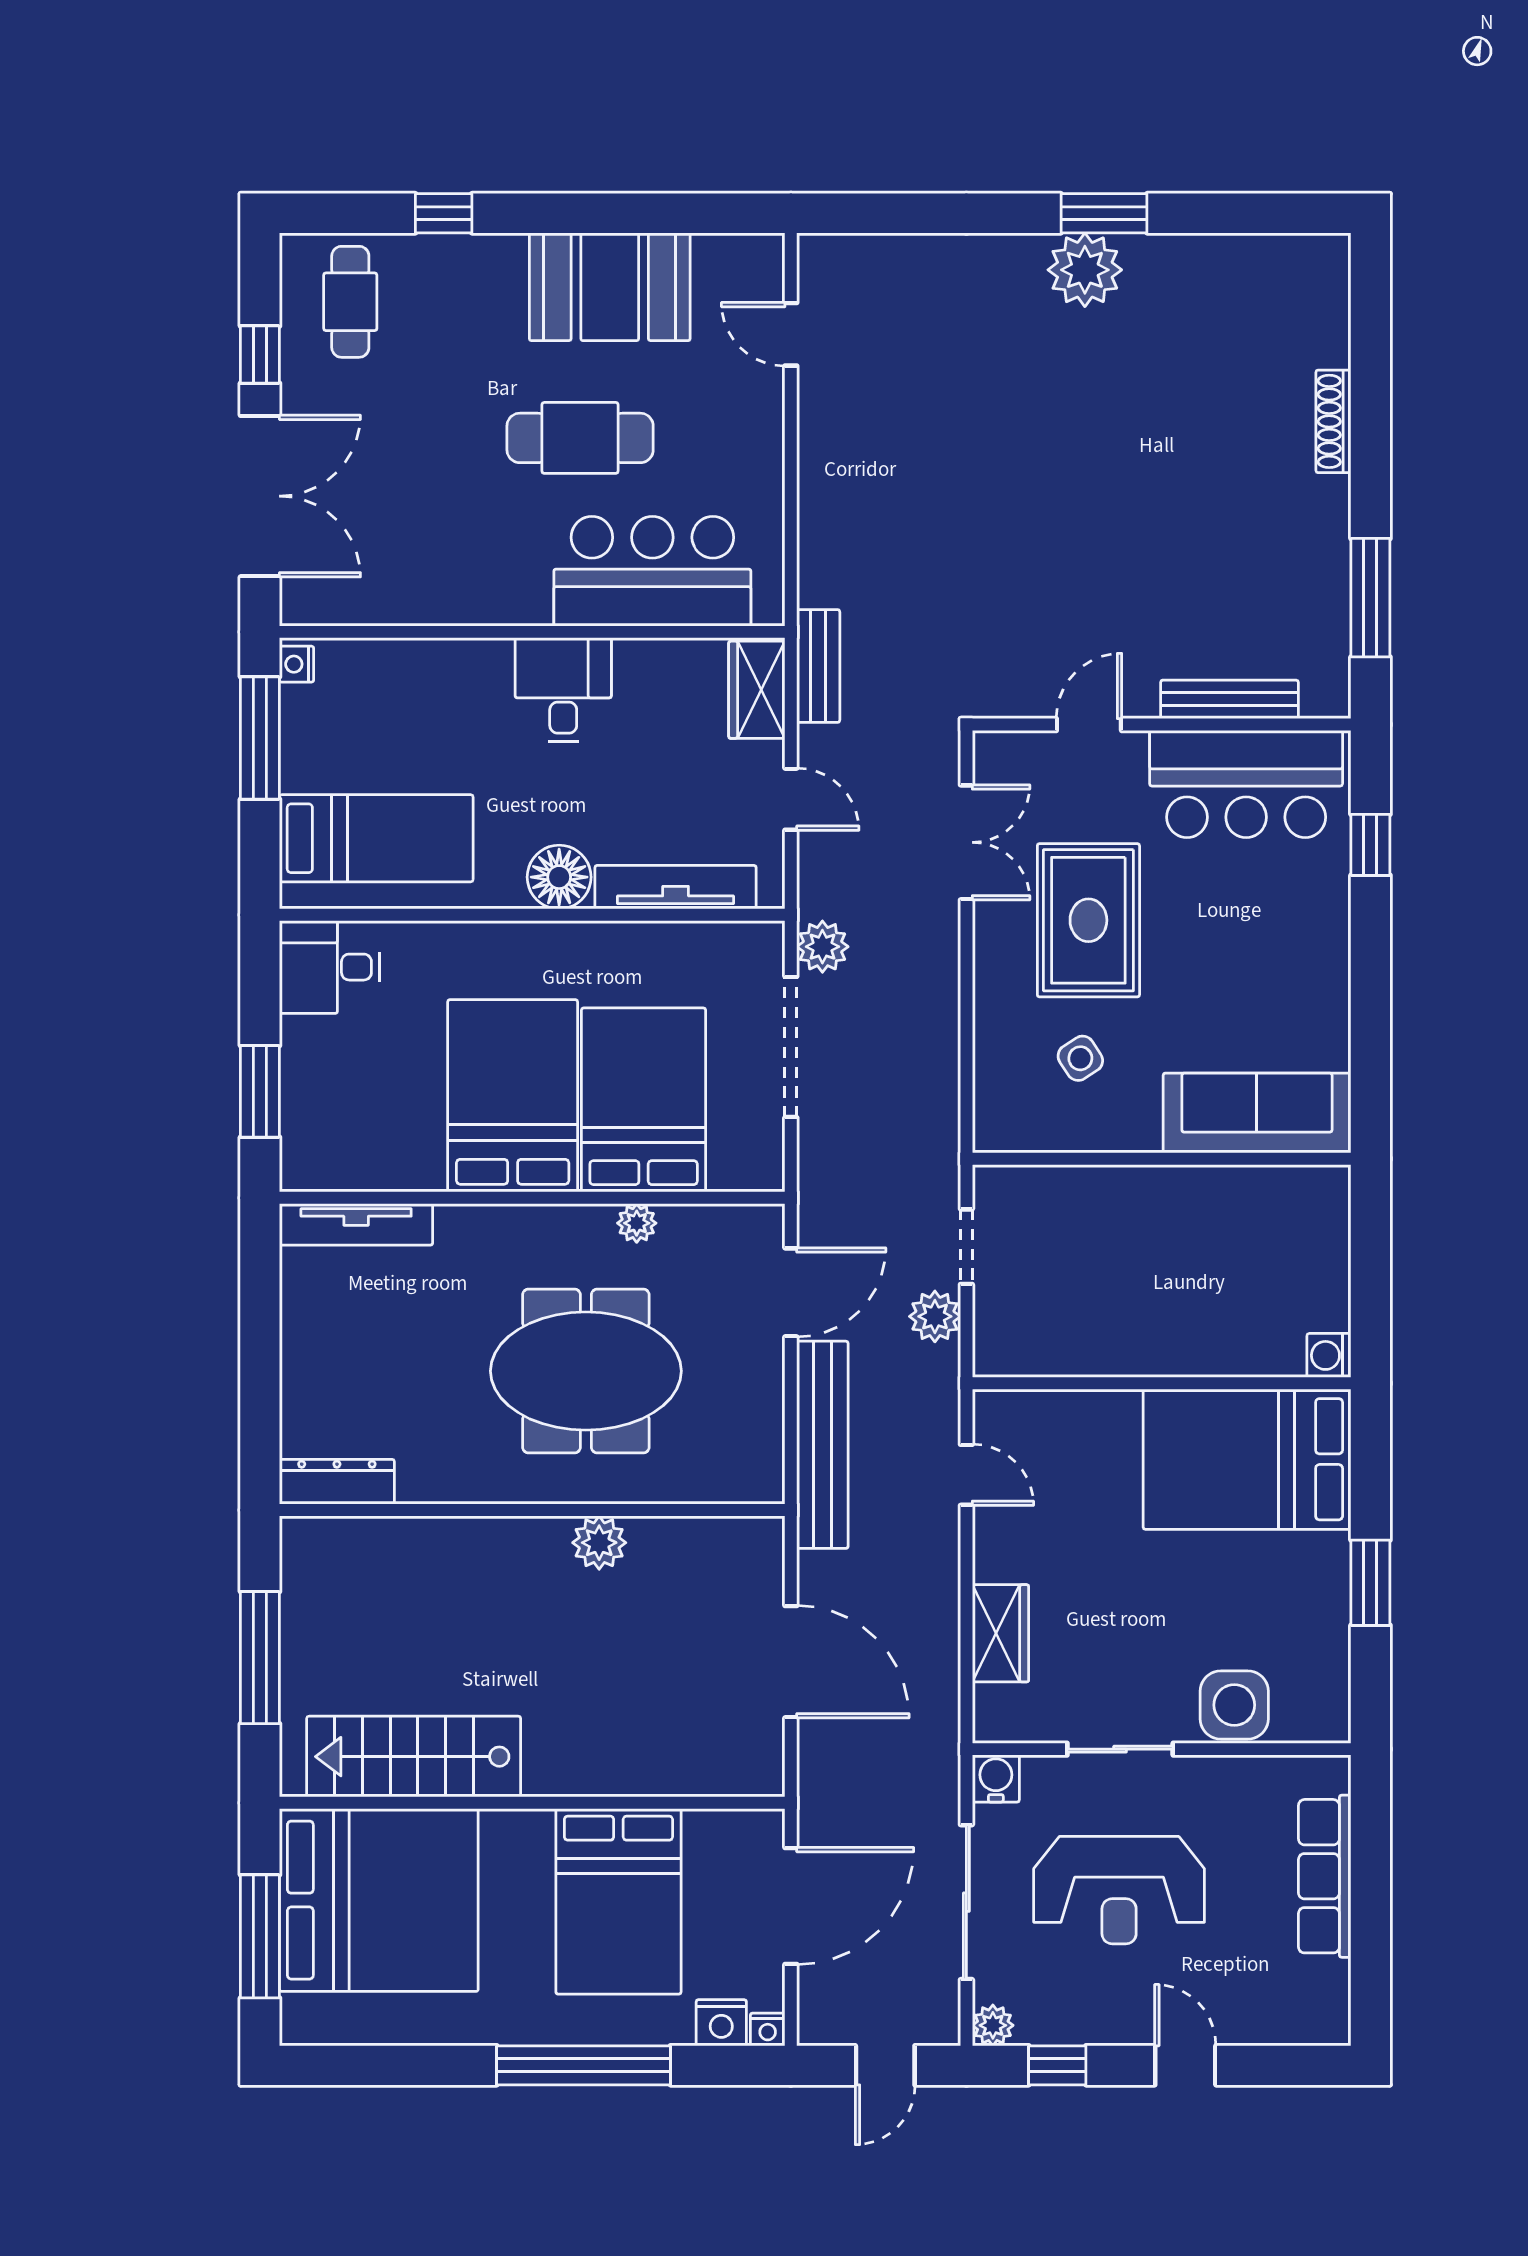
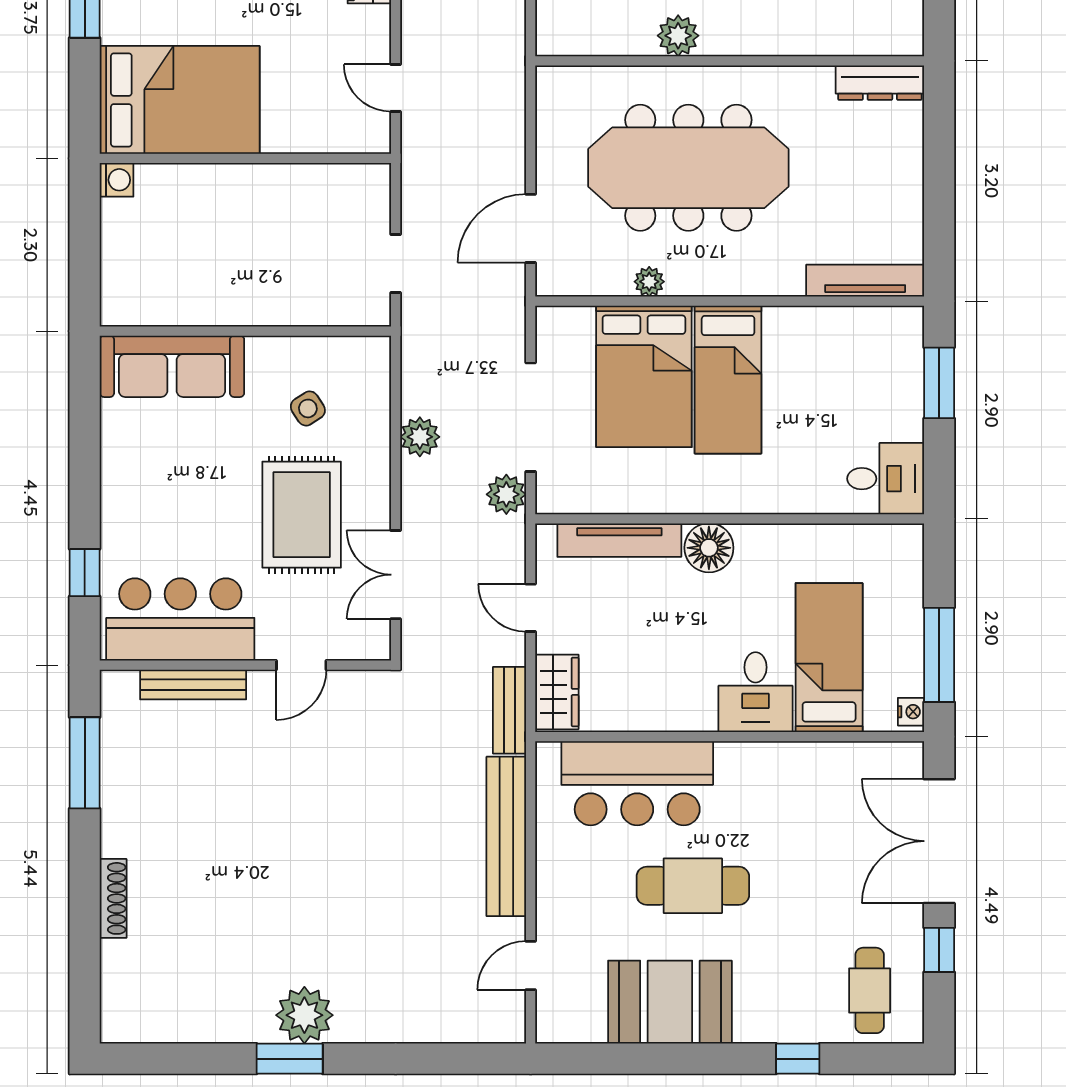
door: (791, 334) -> (531, 966), swing flipped
desk: (563, 690) -> (756, 692), moved
bed: (376, 838) -> (829, 658), moved, turned 90
bed: (513, 1096) -> (728, 380), width x0.67
plant: (935, 1316) -> (420, 437), moved
meeting table: (586, 1371) -> (688, 168), width x1.36
bench: (822, 1445) -> (506, 836), moved

